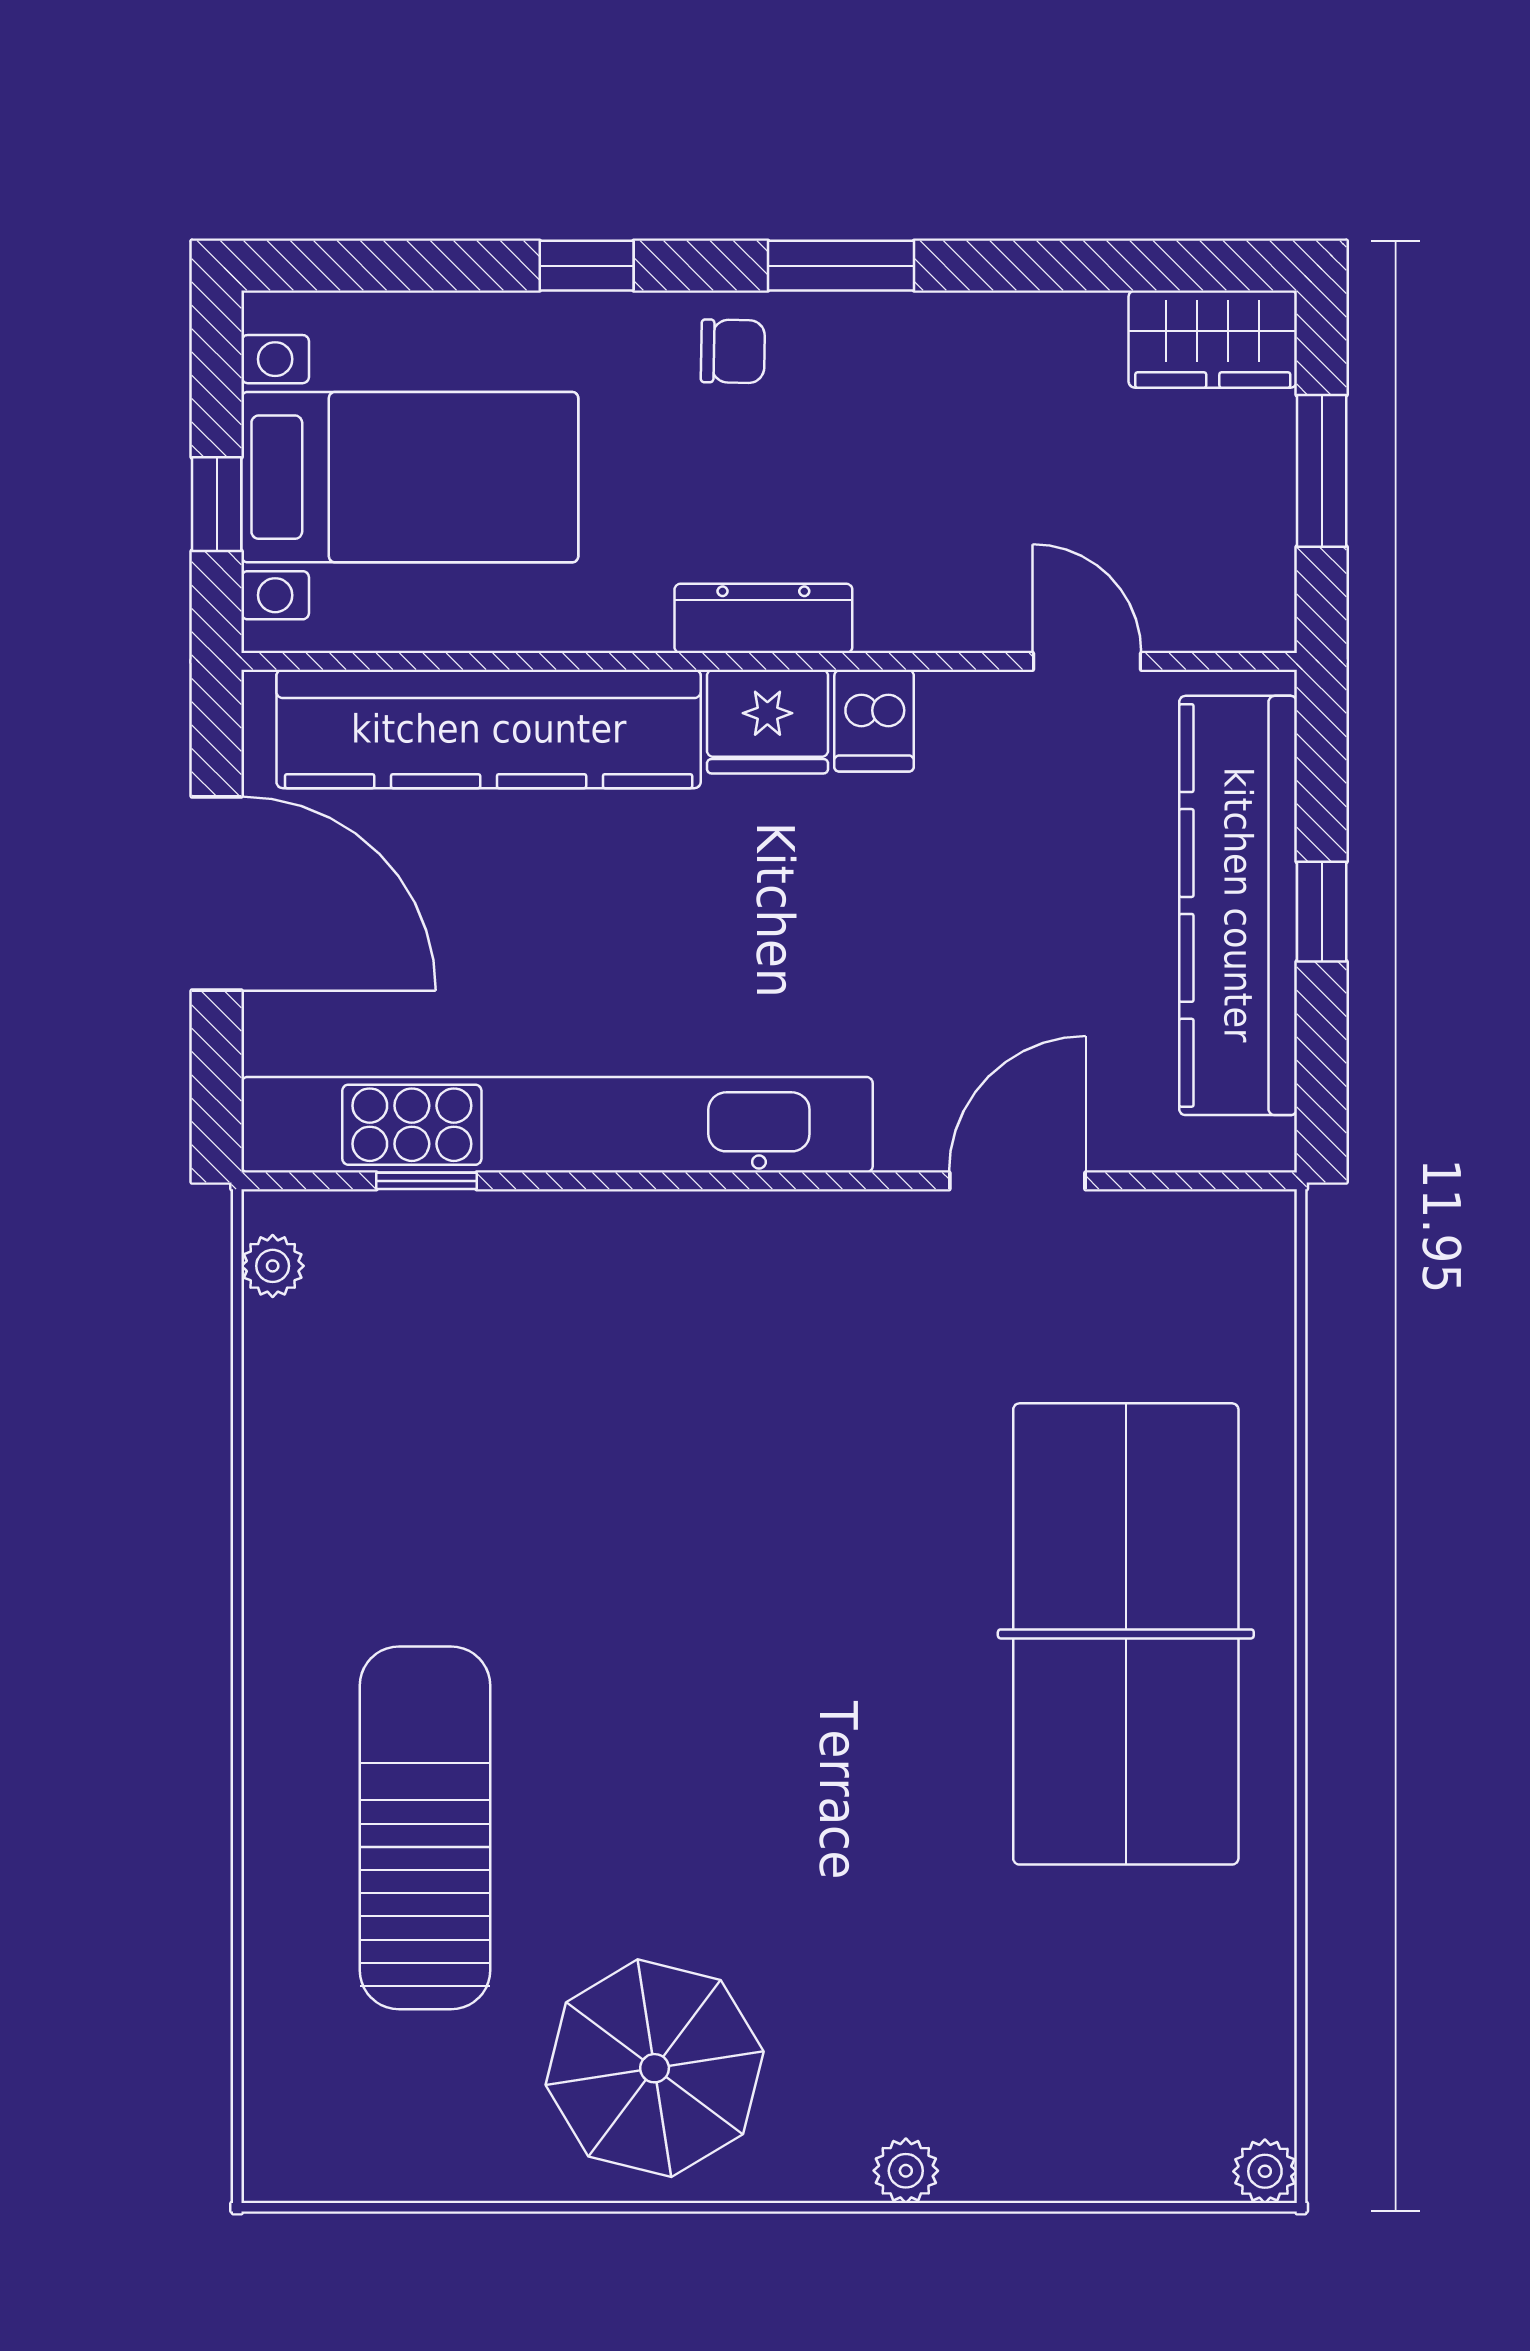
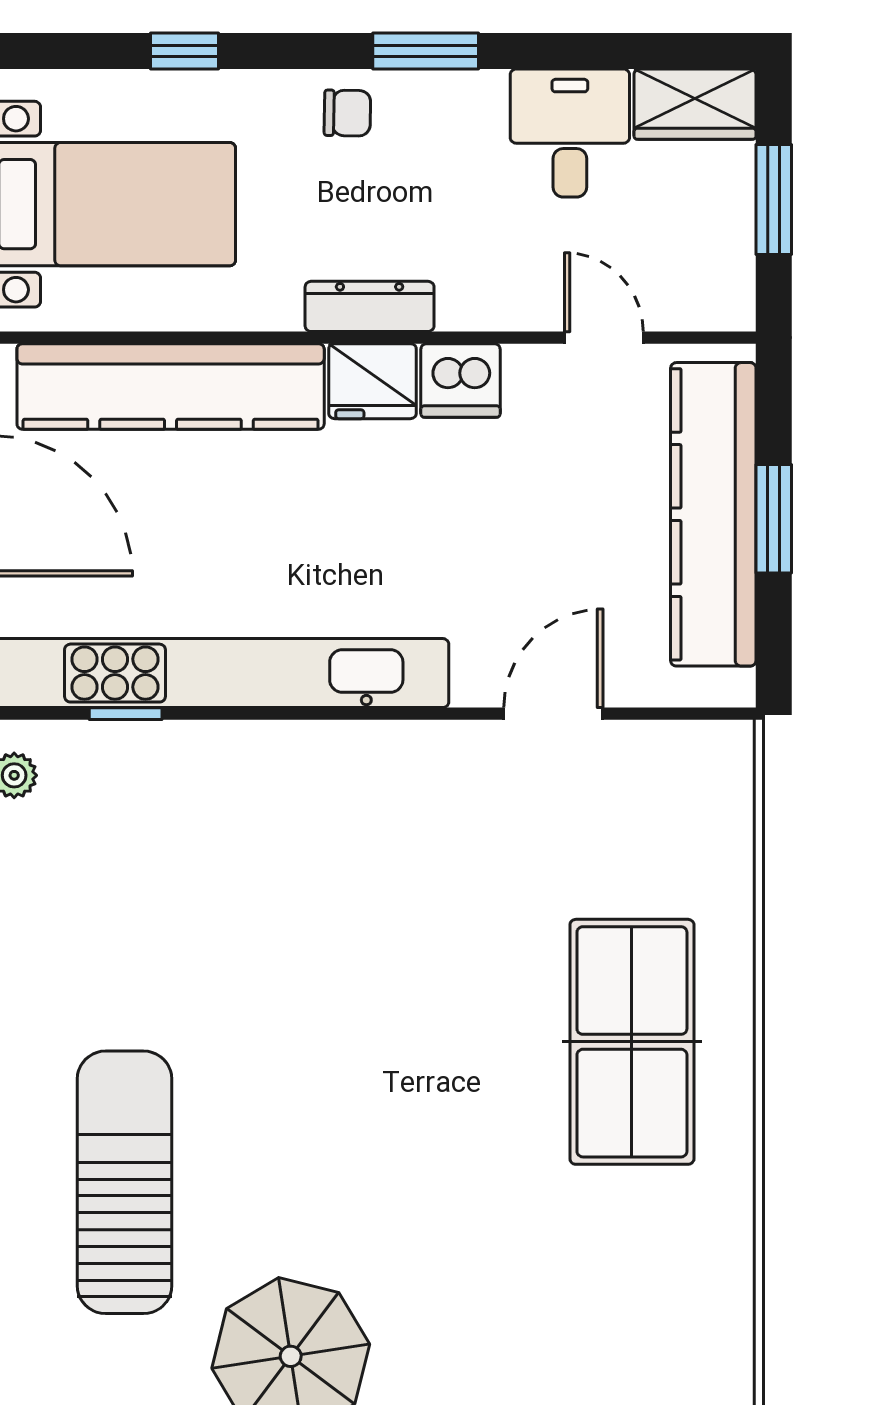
window: (587, 266) -> (185, 51), moved
desk: (1040, 379) -> (570, 133), added
dishwasher: (874, 721) -> (460, 380), width x1.38
window: (1322, 912) -> (774, 519), width x1.50
table tennis table: (1126, 1634) -> (632, 1042), width x0.73, depth x0.76

